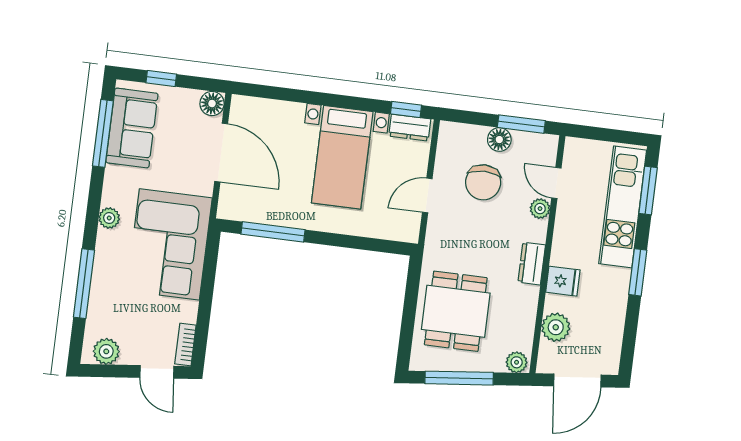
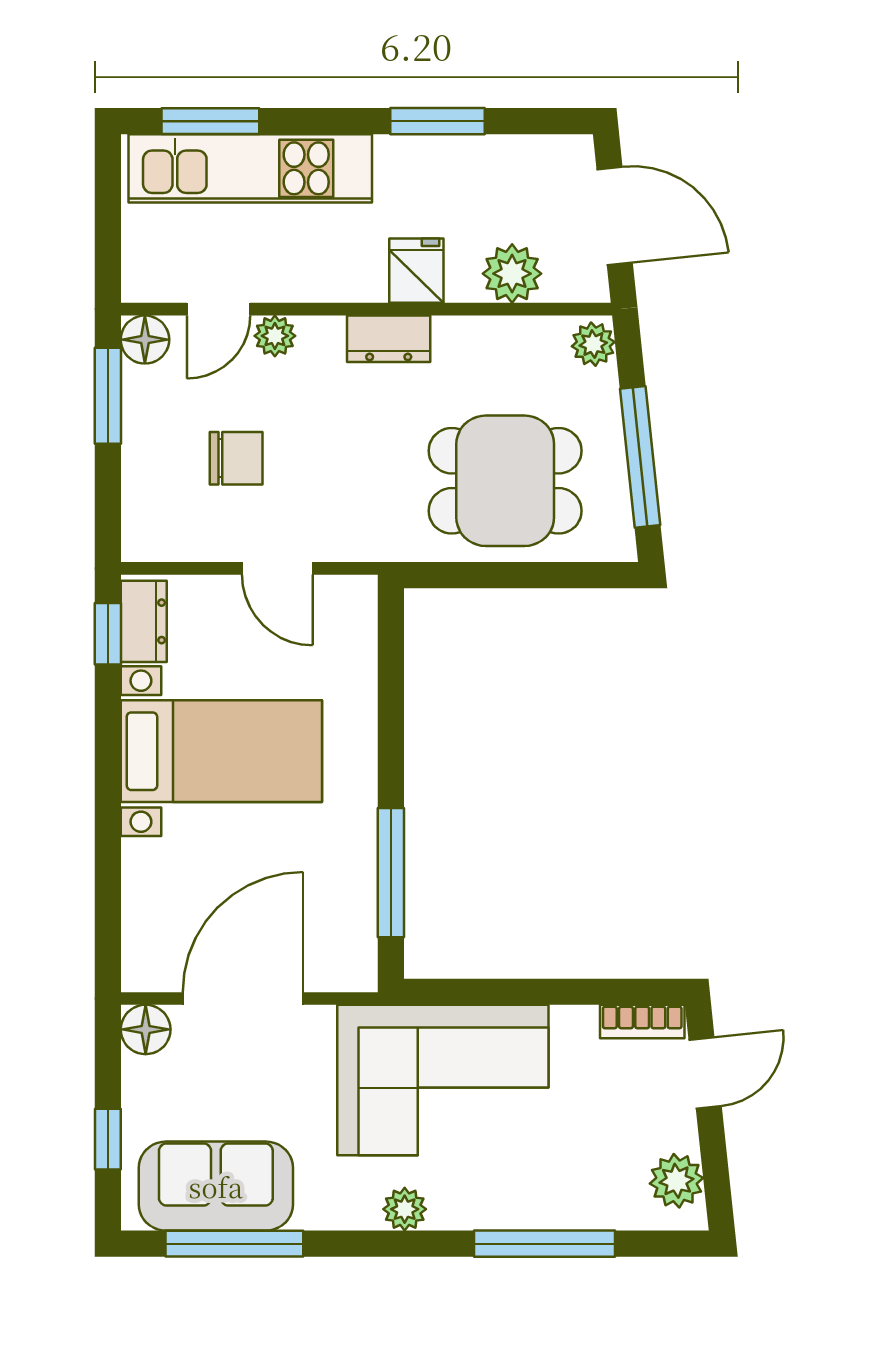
floor lamp: (499, 140) -> (145, 340), moved
chair: (483, 182) -> (236, 458), width x0.73, depth x0.73
window: (638, 272) -> (437, 121), moved

